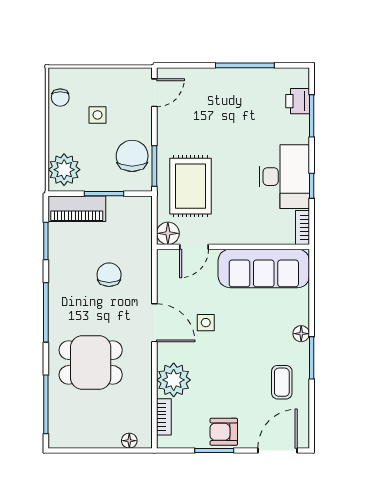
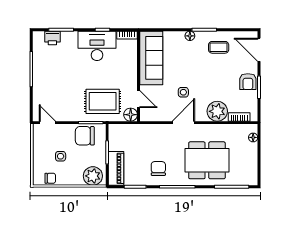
chair: (109, 275) -> (158, 169), moved, turned 90
dining table: (91, 363) -> (207, 160), width x1.37

